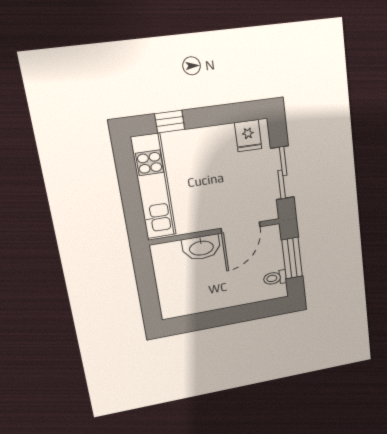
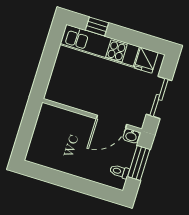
kitchen unit: (154, 186) -> (100, 46), moved, turned 90
washbasin: (201, 247) -> (131, 136), moved, width x0.52, depth x0.69

